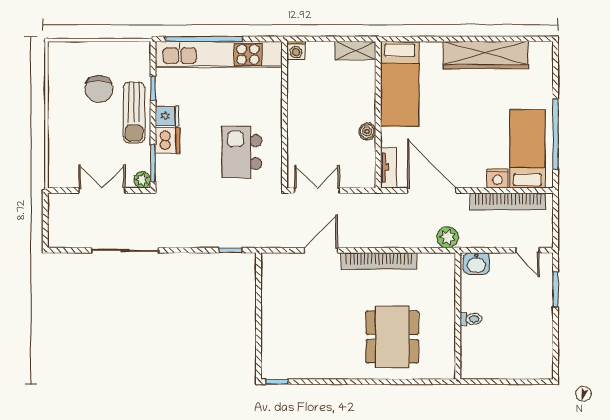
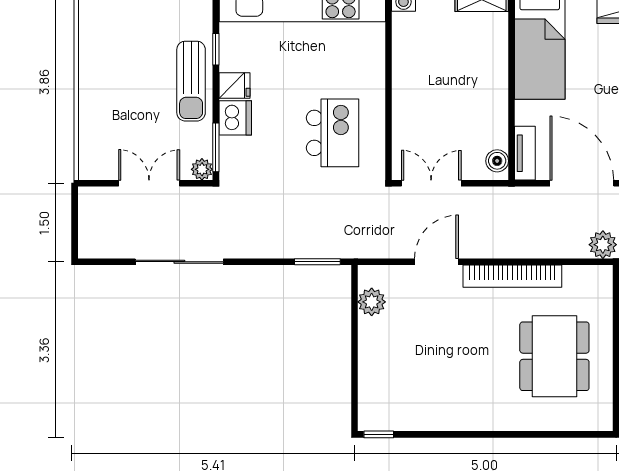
chair: (99, 89) -> (145, 50), removed
boiler: (367, 131) -> (497, 161), moved
kitchen island: (242, 152) -> (333, 133), turned 180
window: (230, 250) -> (317, 262), width x1.50
plant: (272, 281) -> (372, 302), added
dining table: (392, 337) -> (554, 356), moved

